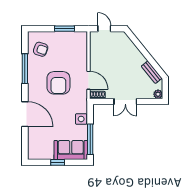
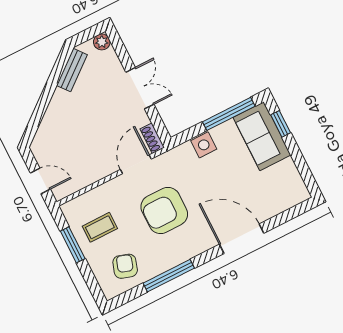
door: (104, 29) -> (40, 181), swing flipped
coffee table: (66, 47) -> (100, 227), added
armchair: (58, 83) -> (164, 210), turned 180
door: (25, 114) -> (242, 239), hinge flipped
window: (58, 162) -> (281, 124), moved

